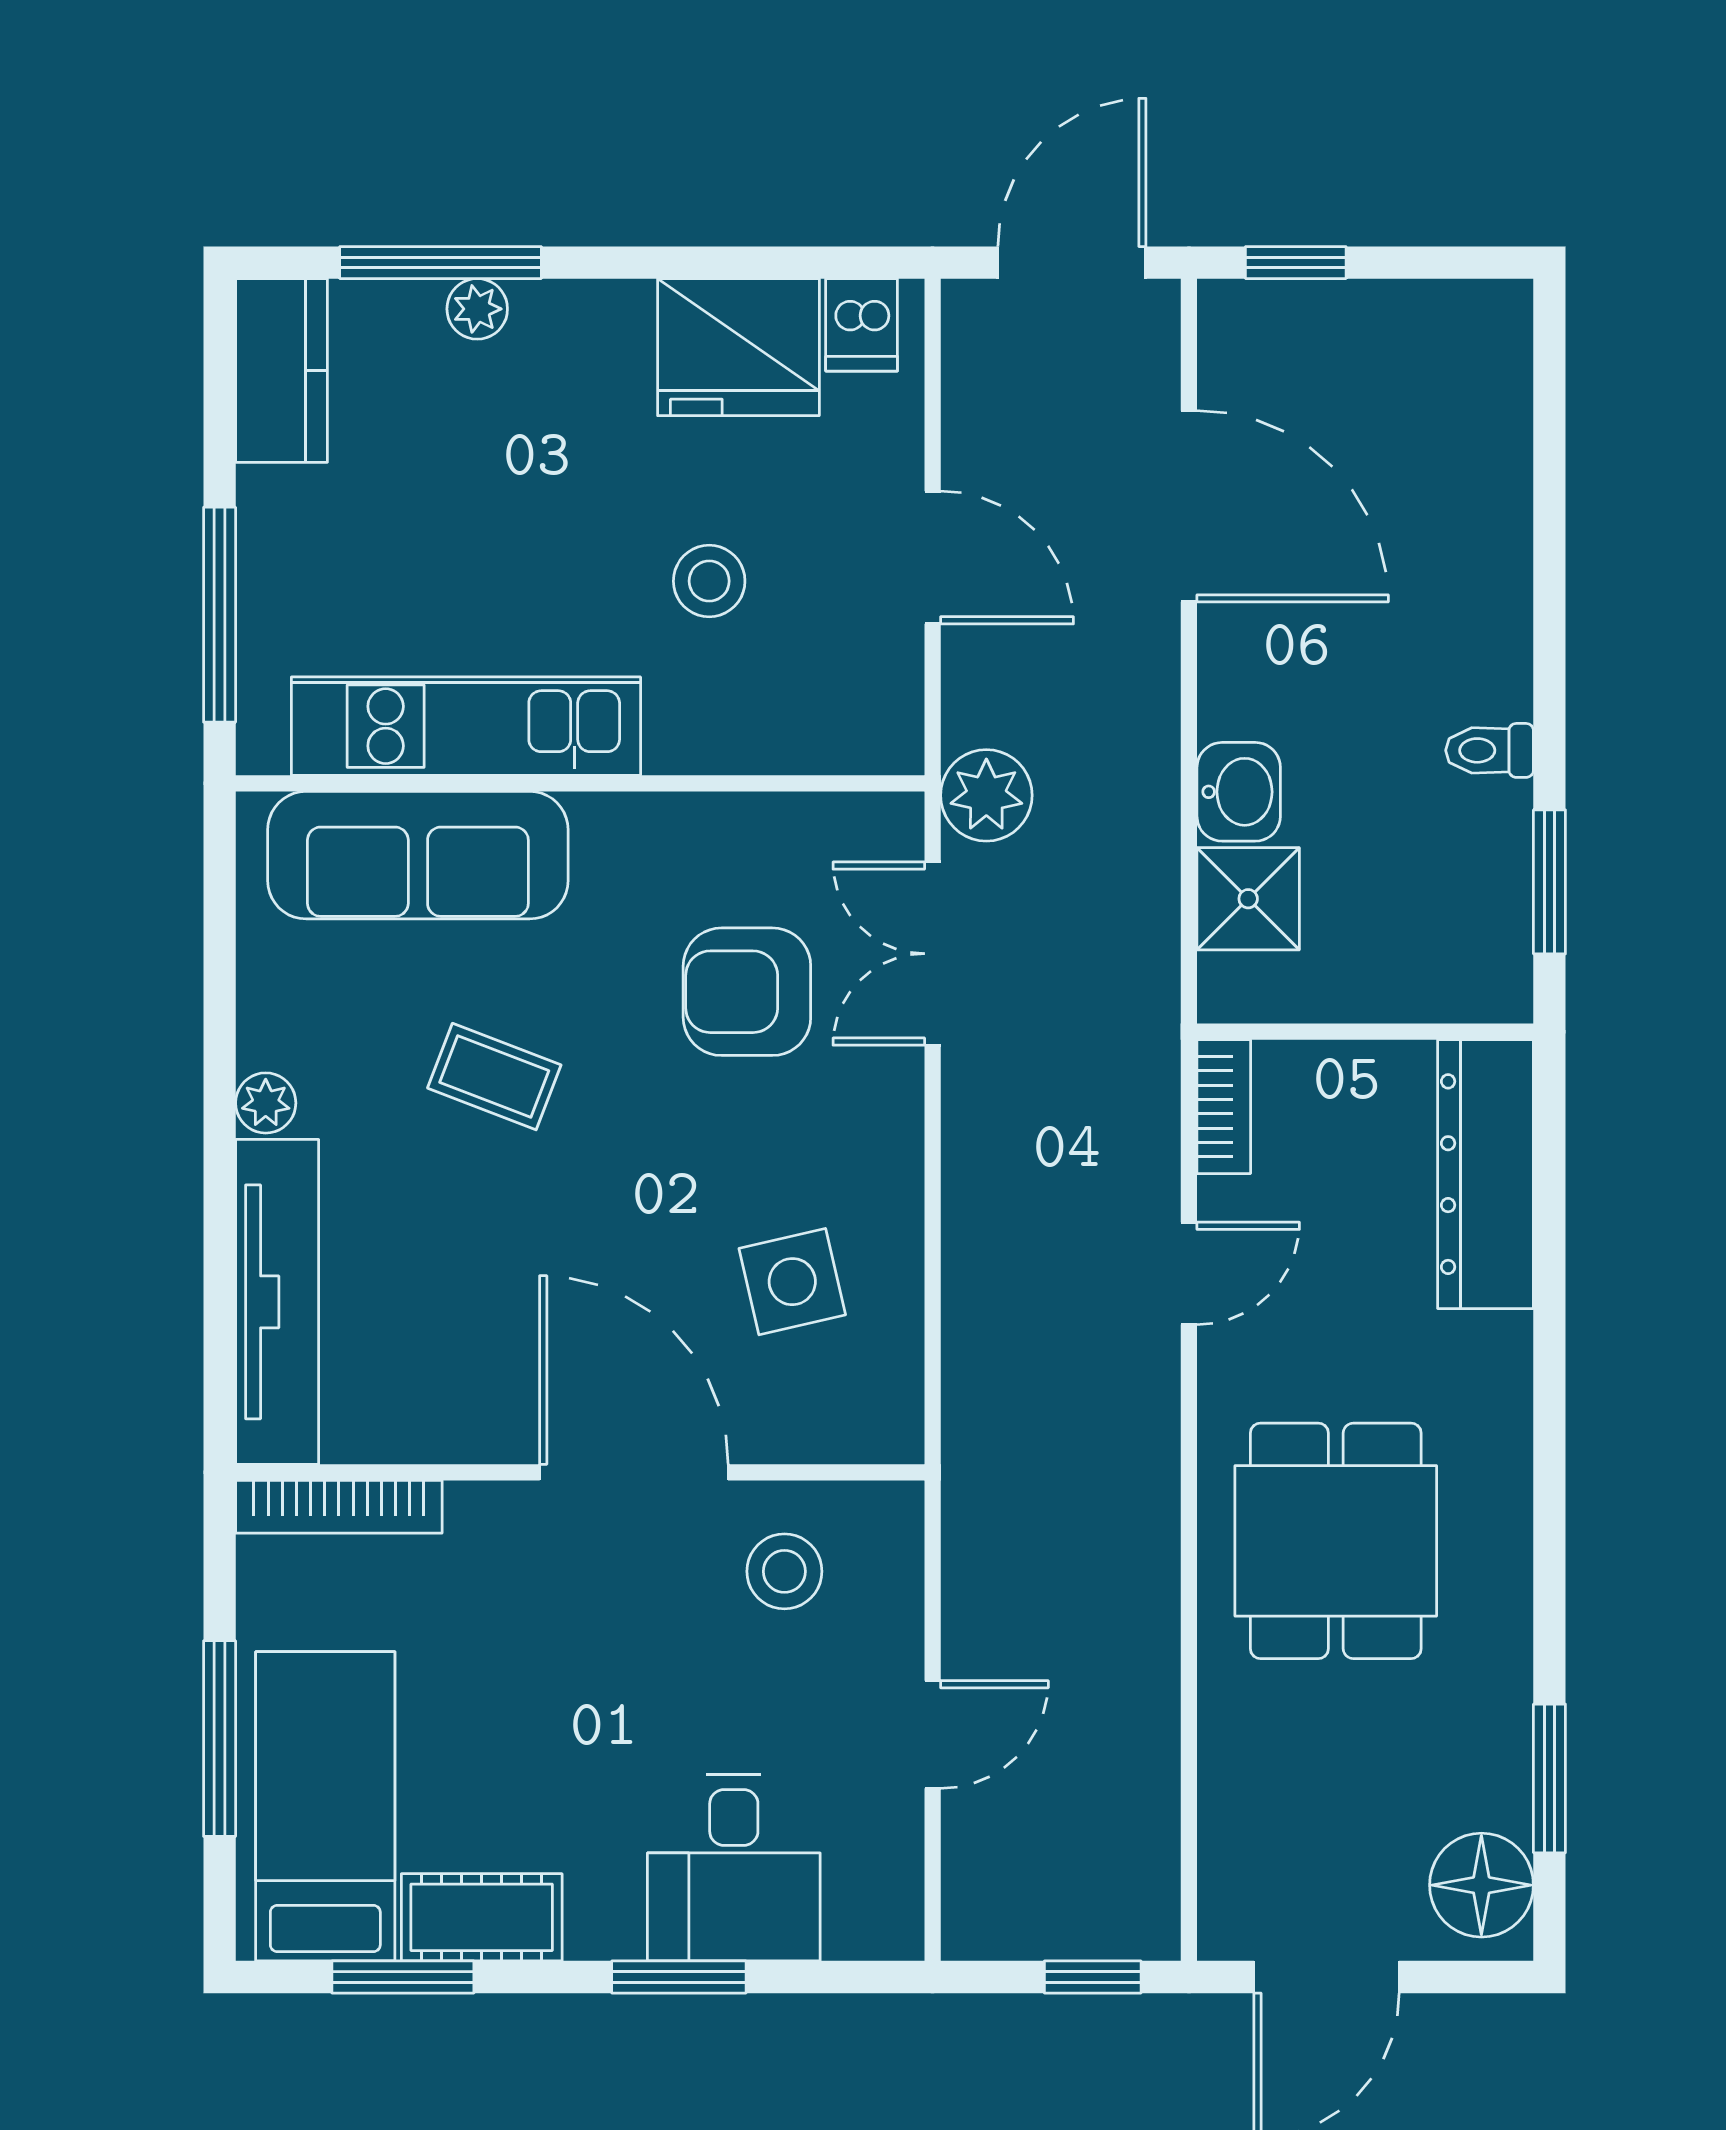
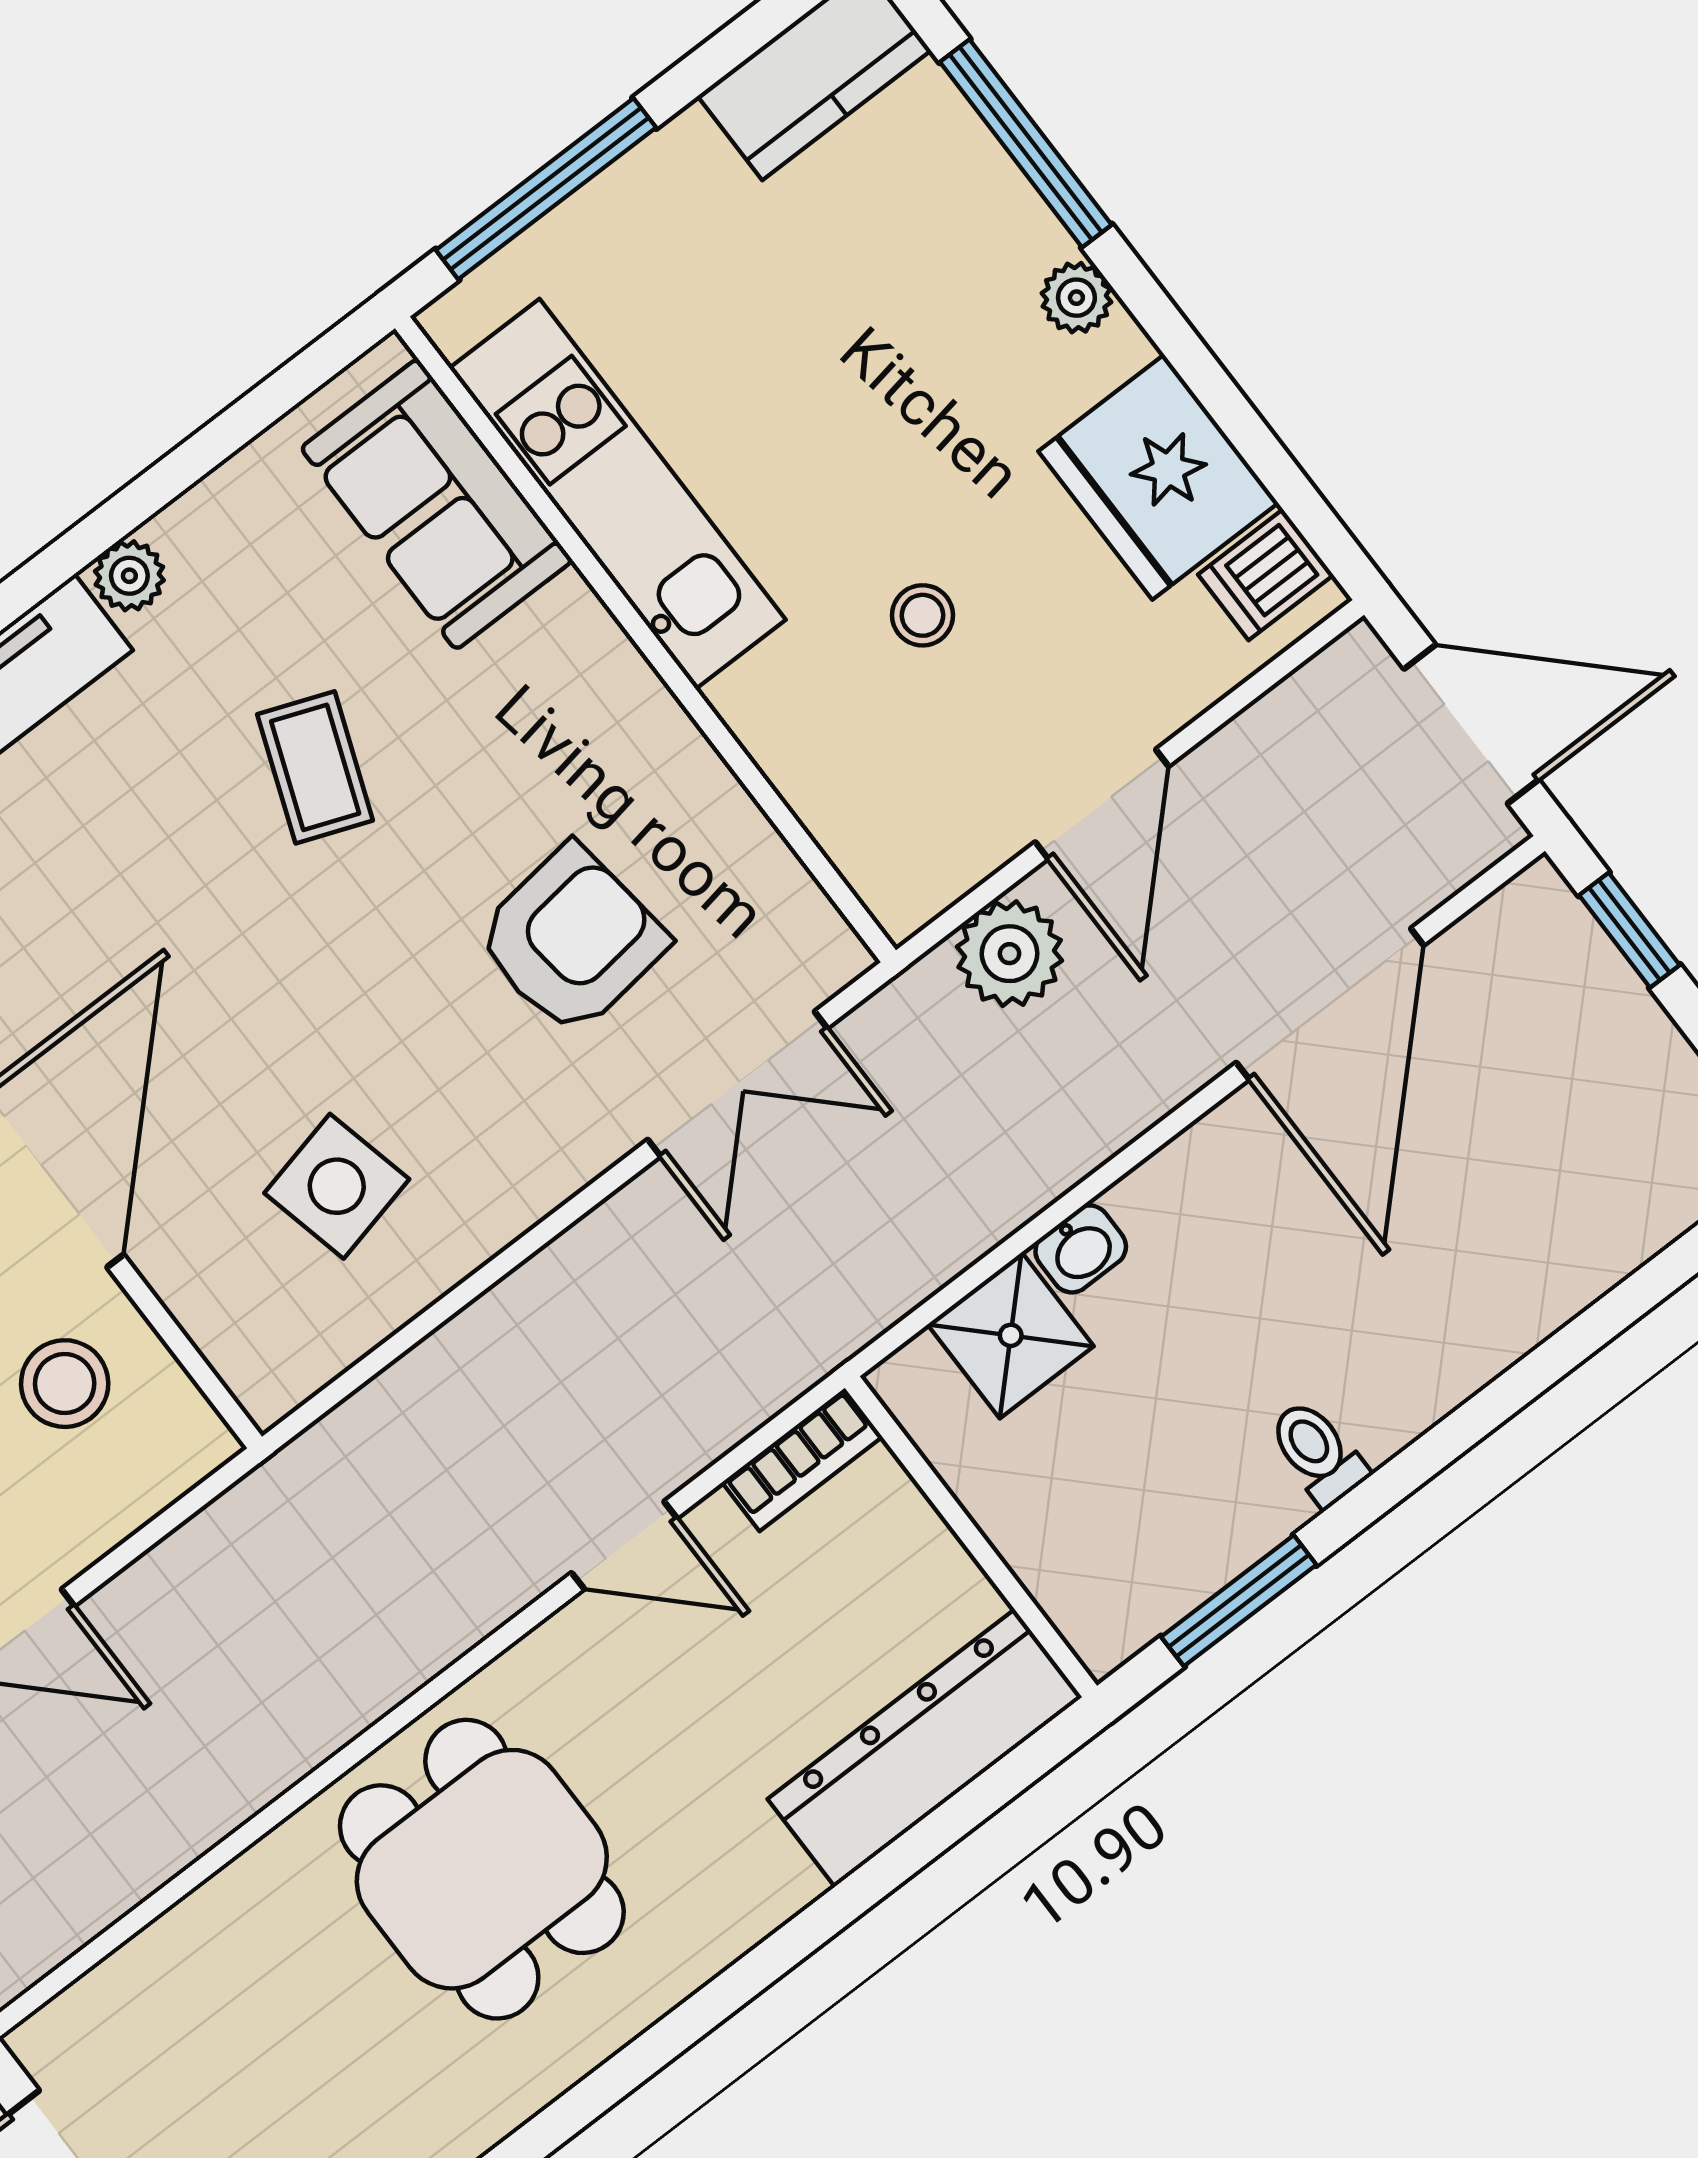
plant: (477, 309) -> (1076, 298), moved
stool: (709, 581) -> (923, 615), width x0.73, depth x0.73
washbasin: (1239, 792) -> (1081, 1249), width x0.72, depth x0.69
plant: (986, 795) -> (1010, 954), moved
sofa: (418, 855) -> (437, 504), width x0.73
double door: (933, 954) -> (738, 1084), swing flipped
armchair: (747, 992) -> (571, 940), turned 83
dining table: (1336, 1541) -> (482, 1869), turned 90

